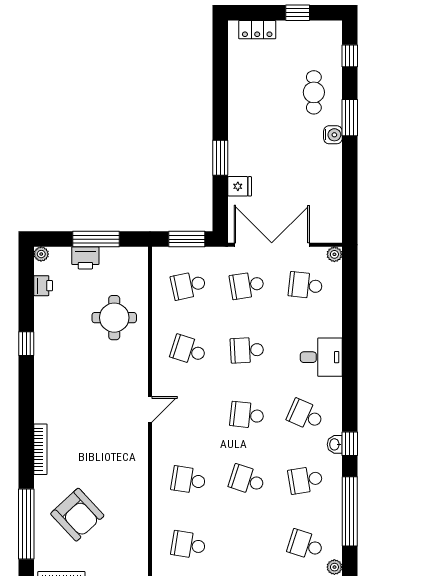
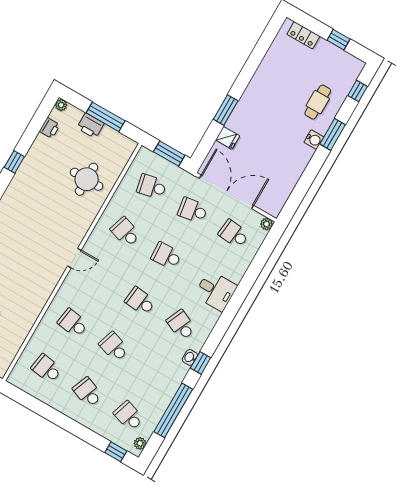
school desk: (305, 480) -> (88, 392), moved, turned 30

